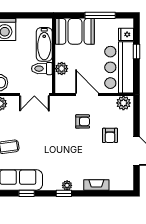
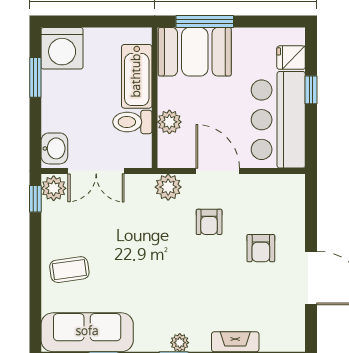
window: (100, 15) -> (205, 22), moved
double door: (34, 95) -> (96, 171), moved
plant: (123, 103) -> (168, 187), moved
armchair: (83, 121) -> (209, 222), turned 90

